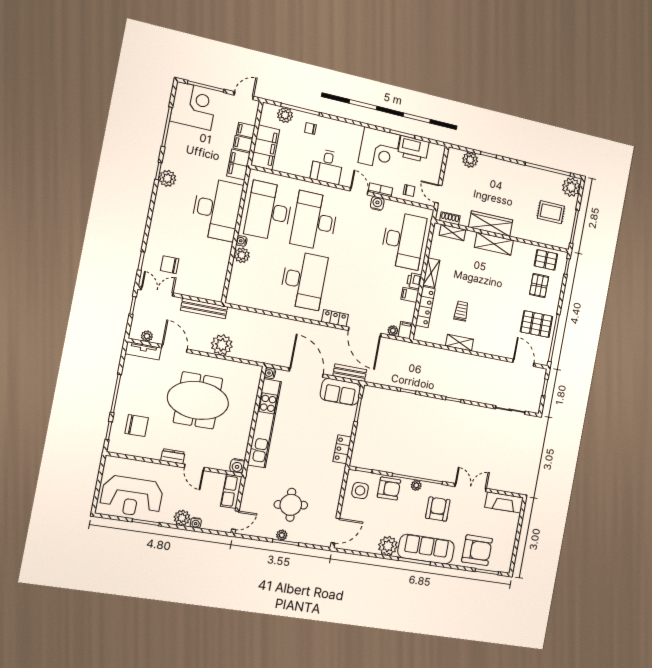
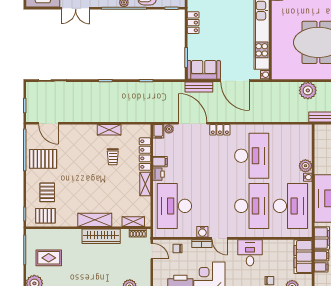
desk: (303, 280) -> (252, 156), turned 180

